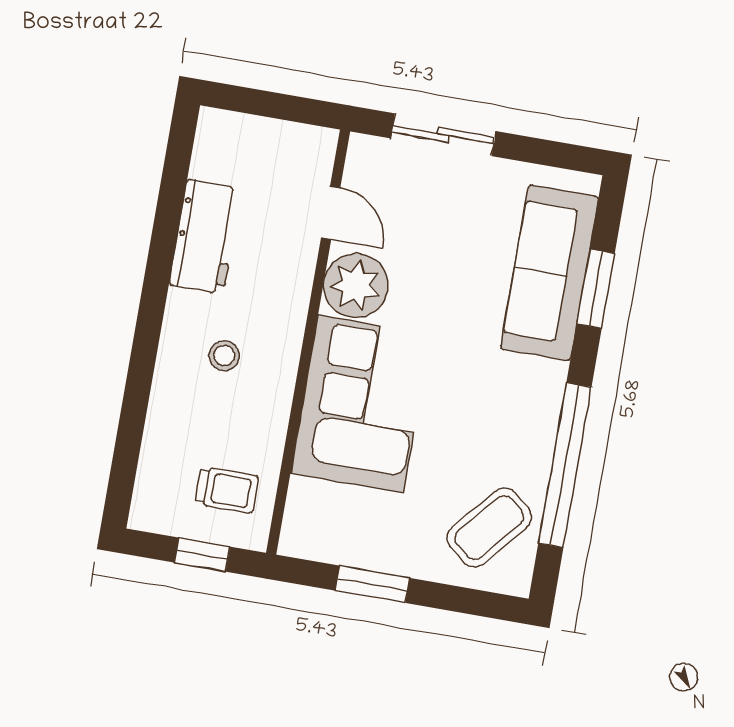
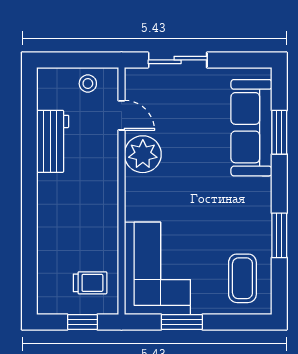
stool: (224, 356) -> (88, 84), moved
corner sofa: (361, 404) -> (157, 268), moved
window: (565, 465) -> (279, 235), width x0.47
coffee table: (489, 528) -> (242, 278), turned -40

